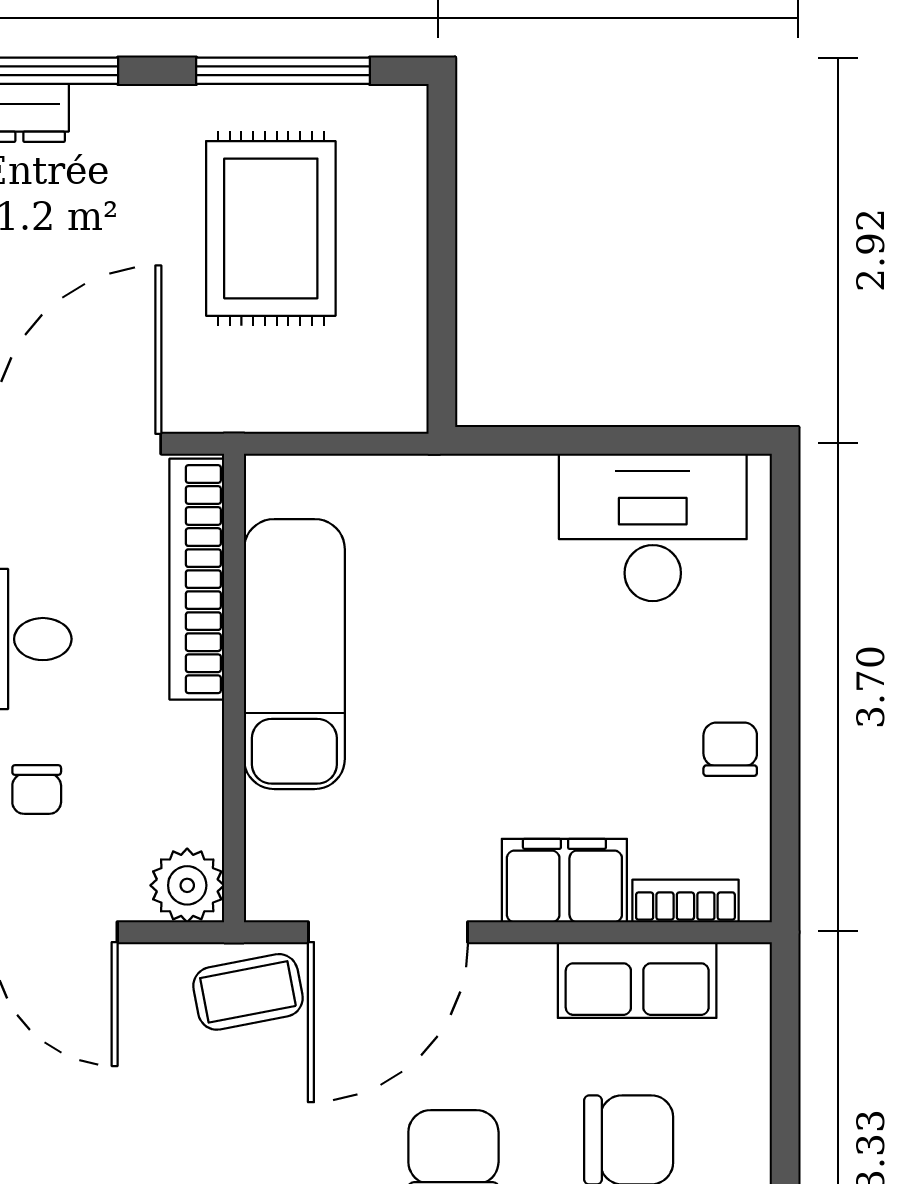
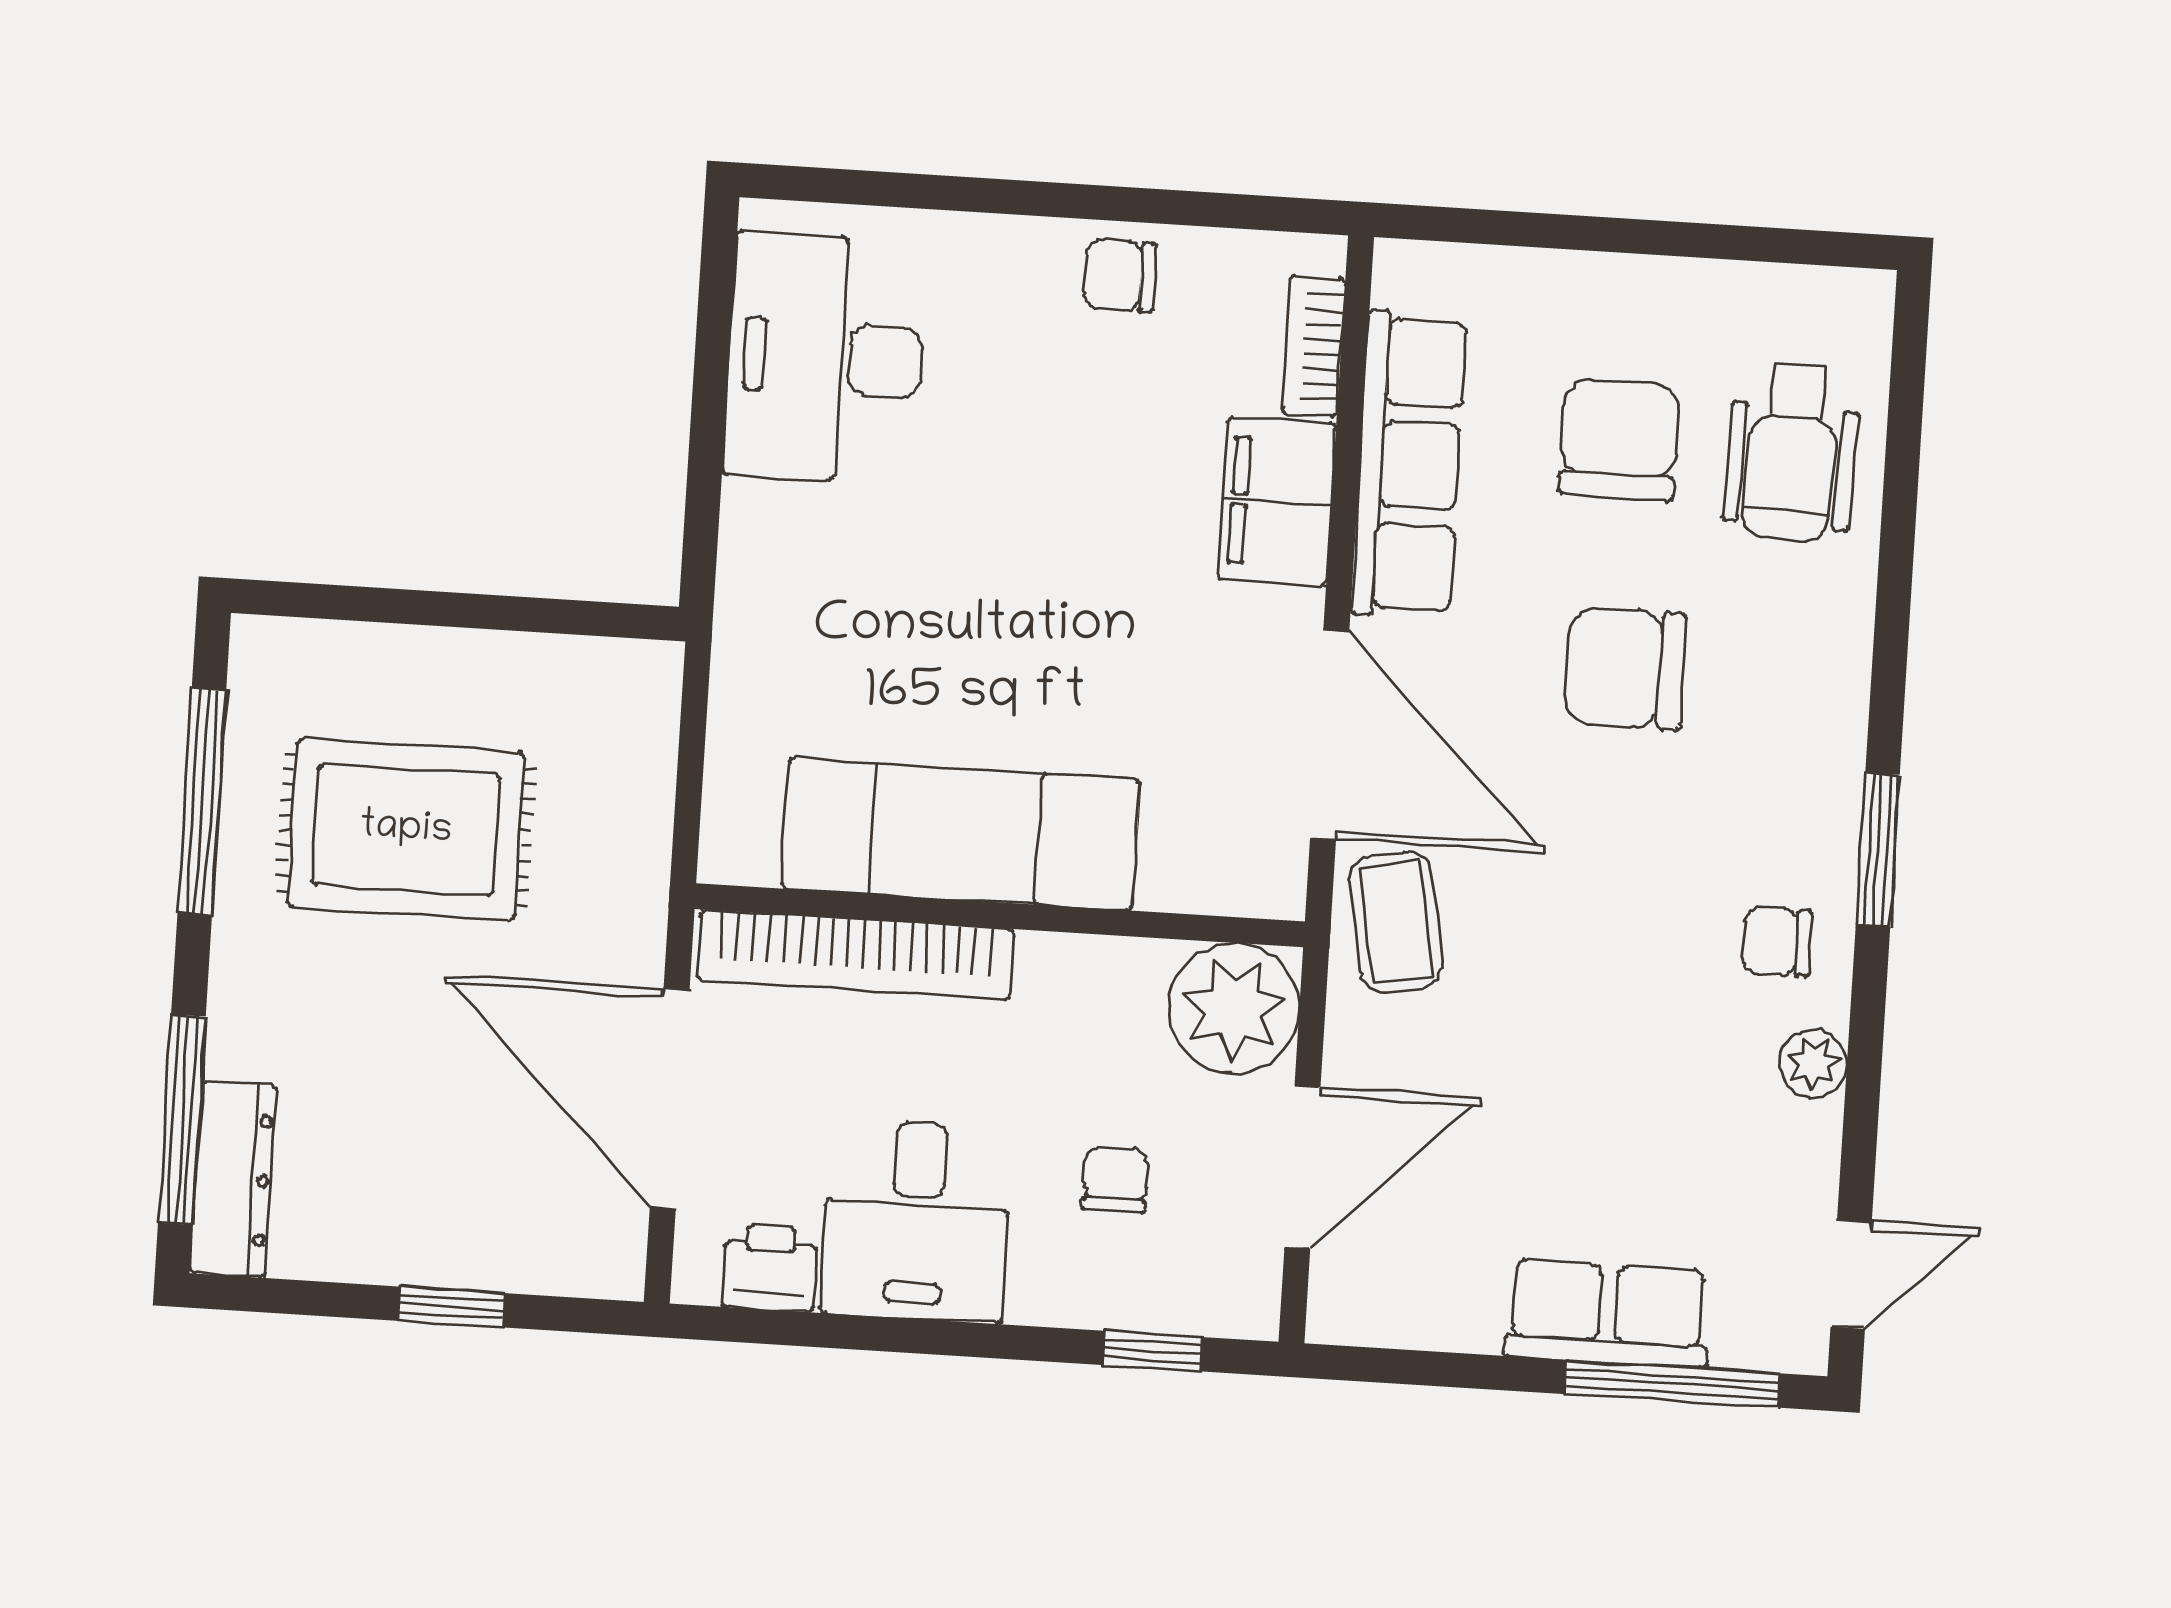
chair: (37, 789) -> (1116, 1180), turned -90
plant: (187, 885) -> (1234, 1009), width x1.36, depth x1.36
row of seats: (637, 980) -> (1409, 465), width x1.48

